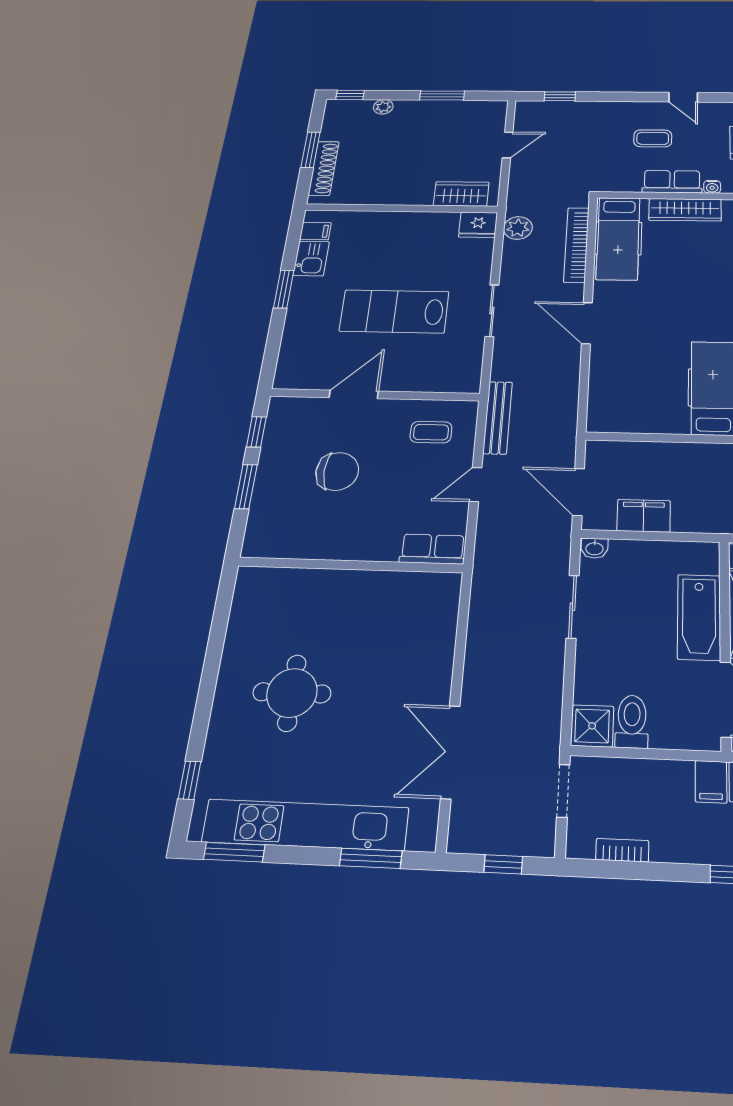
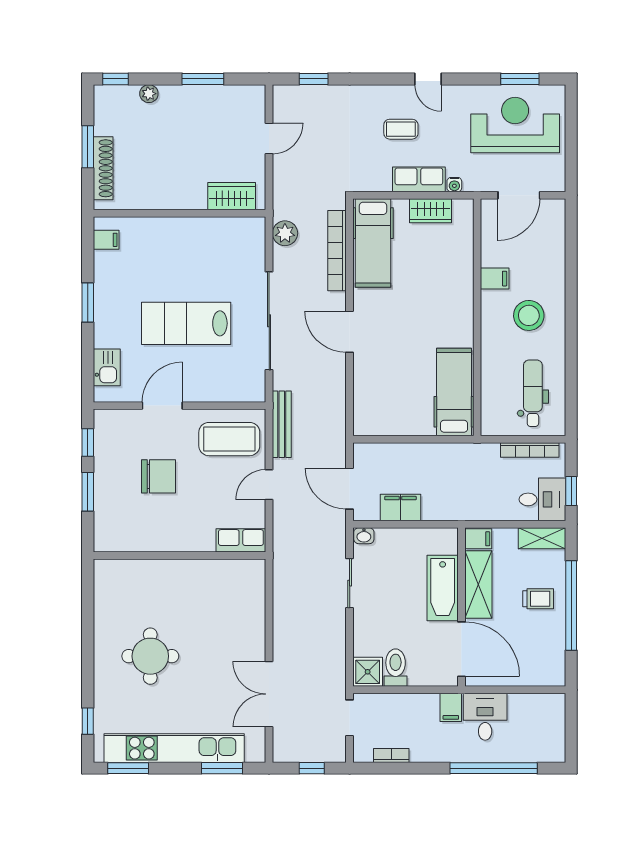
wardrobe: (685, 210) -> (431, 211), width x0.67
fridge: (478, 225) -> (250, 230), removed
kitchen sink: (311, 258) -> (107, 367), moved
sliding door: (492, 310) -> (269, 321), width x1.86
coffee table: (431, 432) -> (229, 439), width x1.86, depth x1.72

